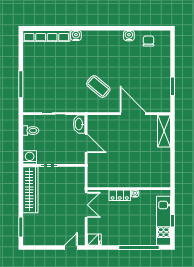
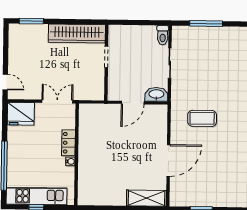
coffee table: (98, 87) -> (202, 118), turned 50
toilet: (31, 131) -> (163, 35), moved
washing machine: (30, 157) -> (116, 33), removed
double door: (86, 205) -> (57, 101), swing flipped
fridge: (94, 240) -> (21, 114), width x1.88, depth x1.34

